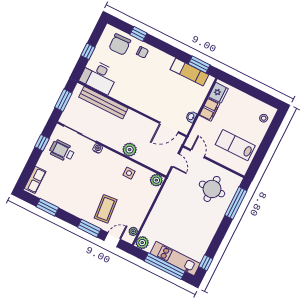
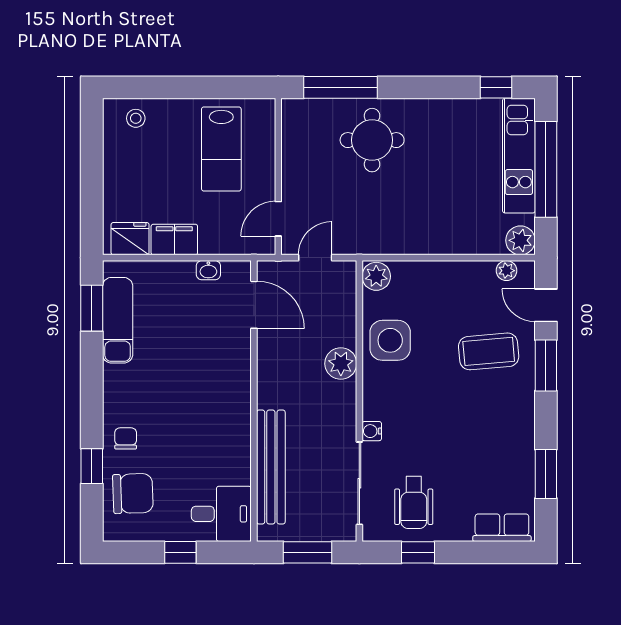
desk: (99, 77) -> (221, 514), width x0.73
side table: (129, 173) -> (390, 340), width x1.87, depth x1.87
round table: (212, 189) -> (372, 140), moved

